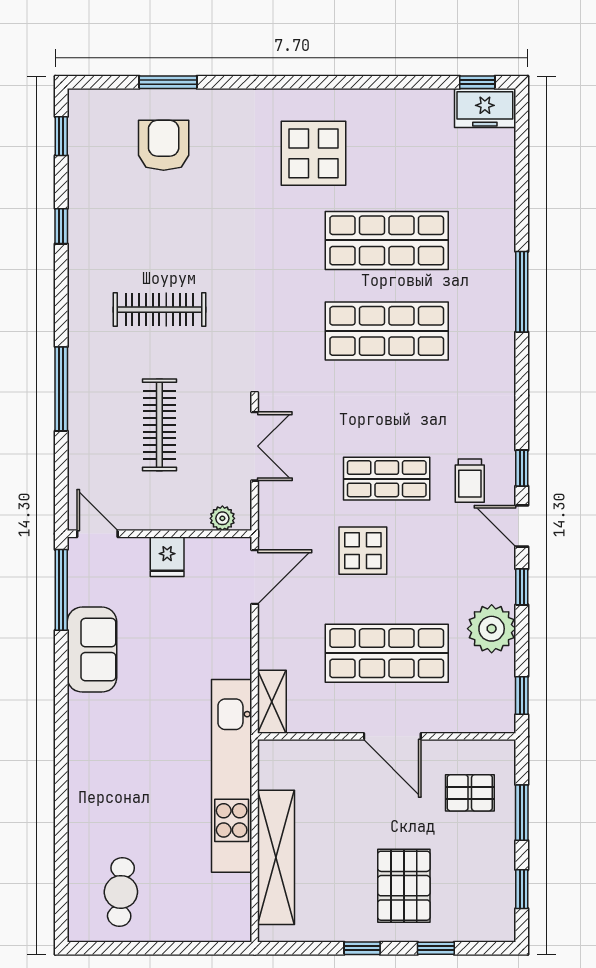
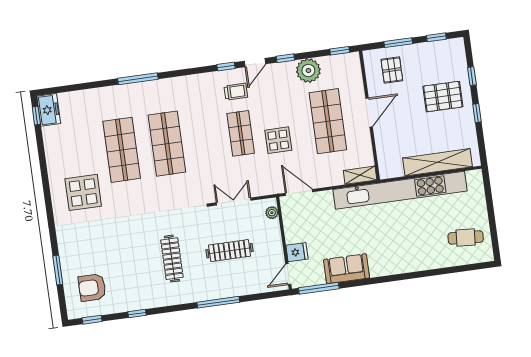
armchair: (164, 145) -> (92, 287), moved
fridge: (167, 557) -> (297, 252), moved
kitchen unit: (232, 776) -> (400, 190), width x1.36

